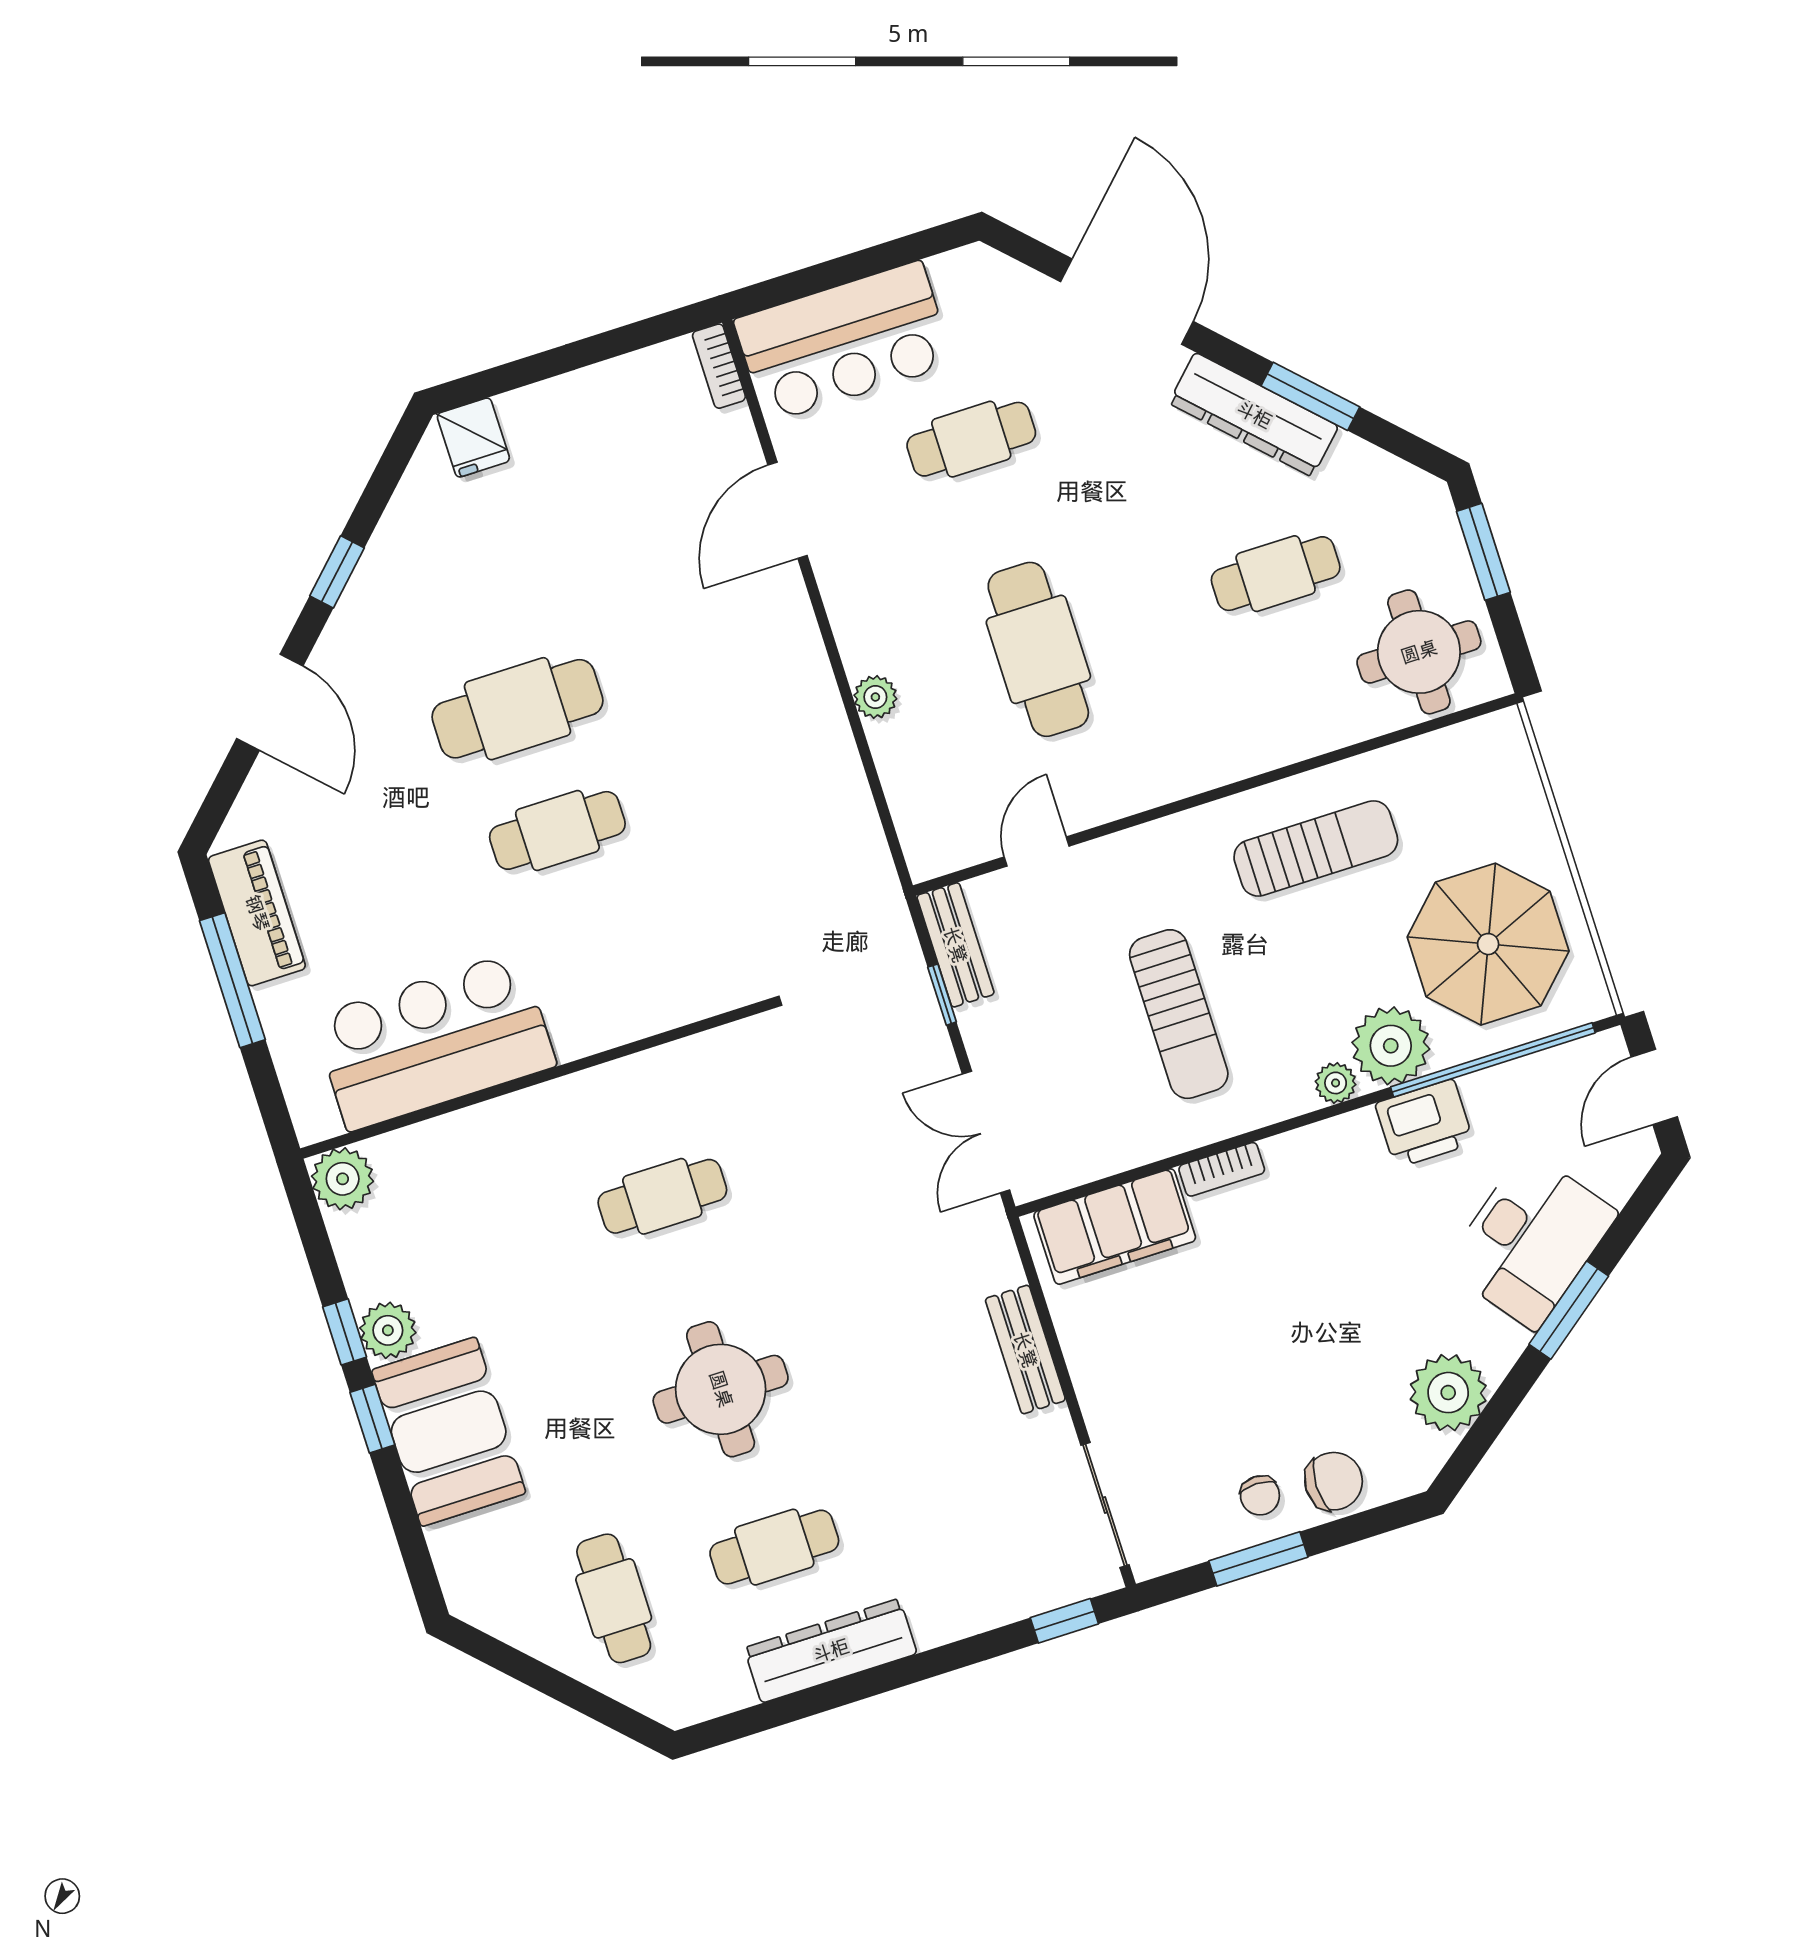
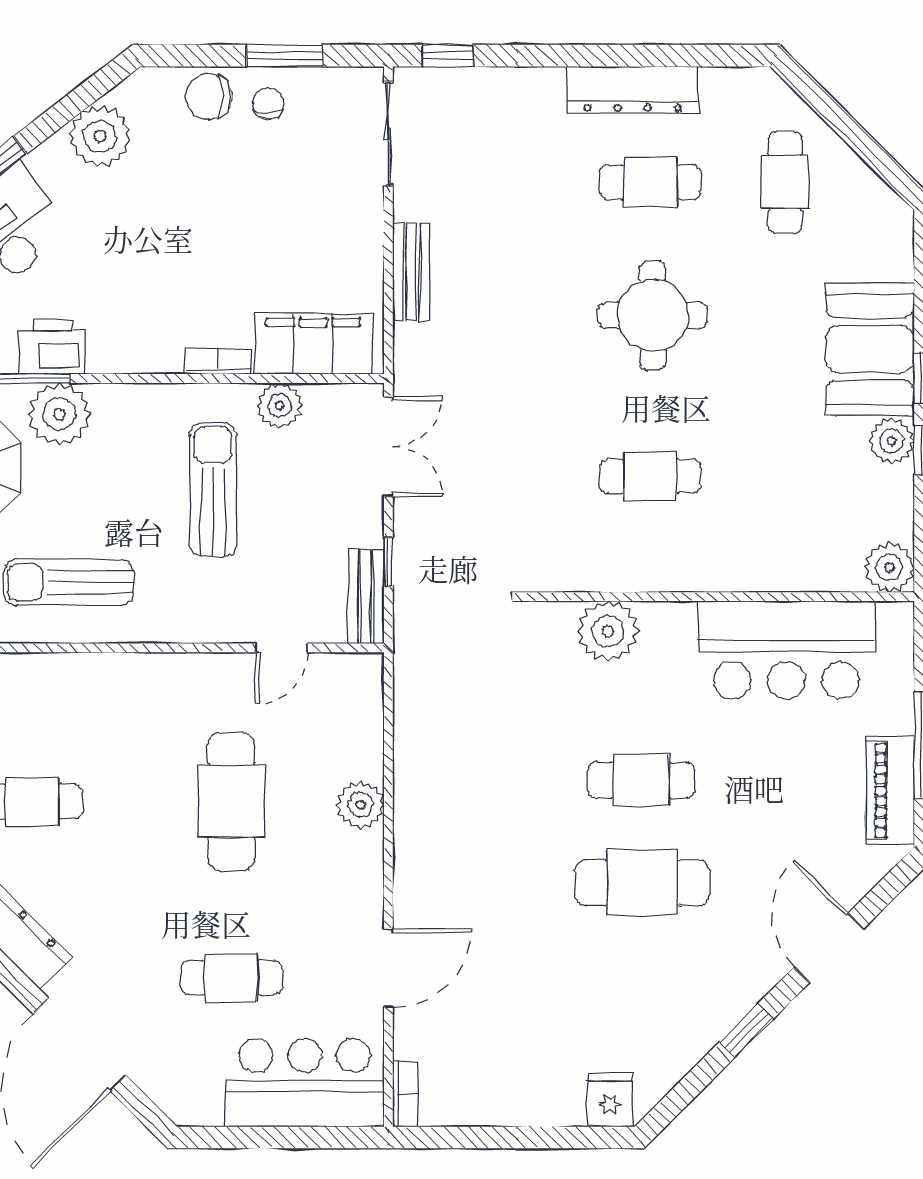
plant: (875, 697) -> (360, 805), width x1.38, depth x1.38
plant: (654, 996) -> (608, 631), added
plant: (1336, 1083) -> (280, 405), moved, width x1.38, depth x1.38

